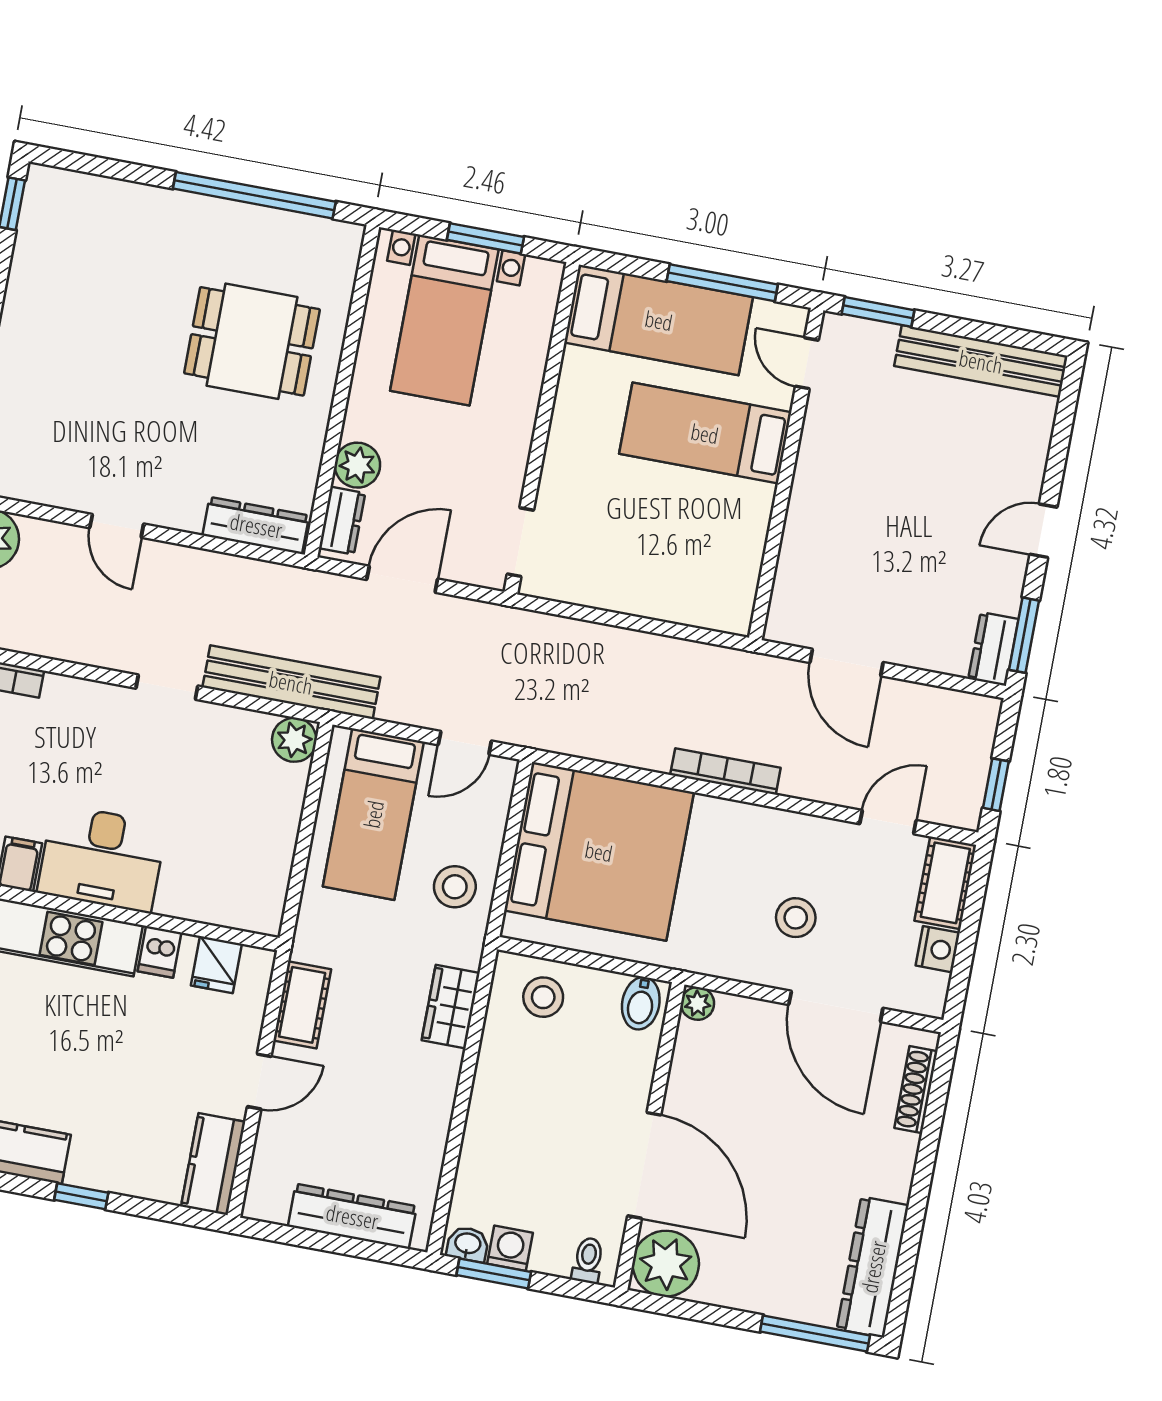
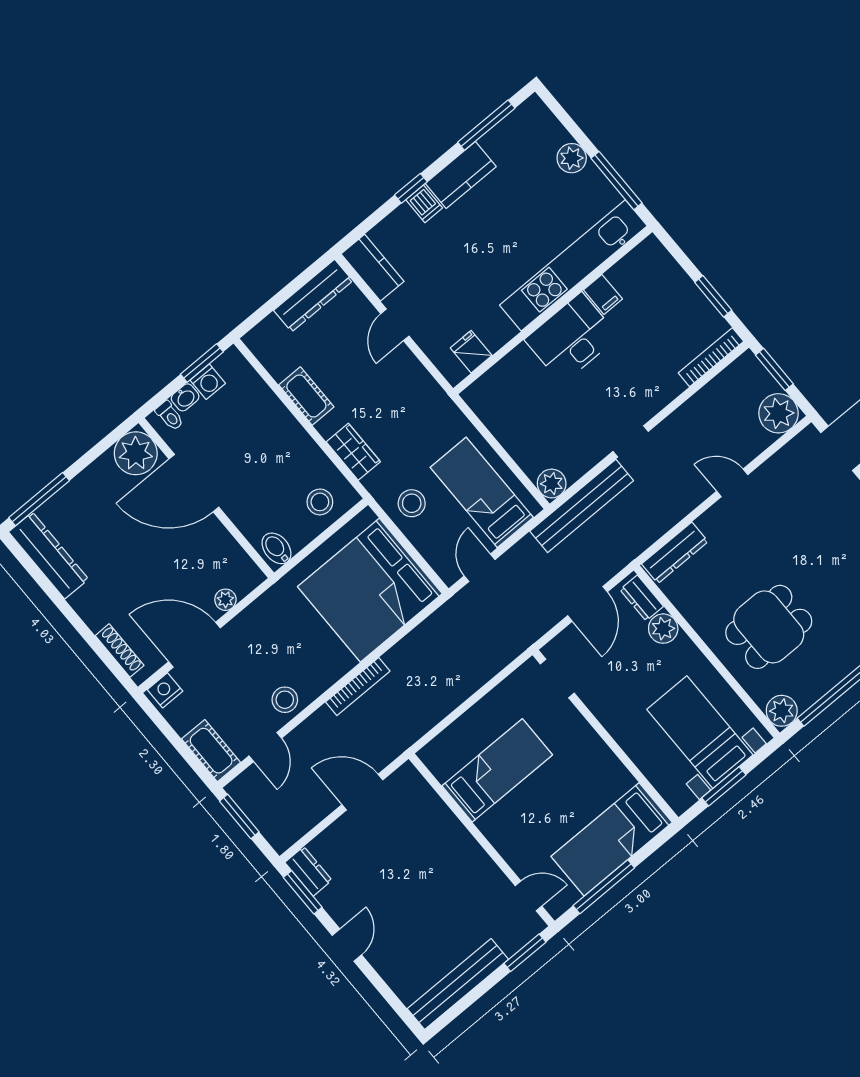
plant: (339, 244) -> (782, 711), added
bed: (705, 433) -> (497, 770), moved
window: (996, 785) -> (239, 817), width x1.50
stool: (796, 918) -> (285, 700), moved
nightstand: (938, 949) -> (165, 690), moved, turned 90
dishwasher: (160, 952) -> (424, 204), moved, turned 180
plant: (698, 1003) -> (225, 600), moved
cot: (302, 1005) -> (306, 396), moved
dresser: (352, 1216) -> (313, 296), moved
washbasin: (468, 1244) -> (185, 397), moved

